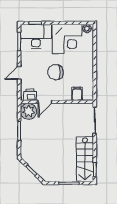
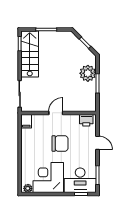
door: (19, 73) -> (97, 143), hinge flipped
filing cabinet: (77, 94) -> (26, 121), moved
door: (45, 102) -> (56, 113), moved
plant: (28, 111) -> (88, 73), moved

